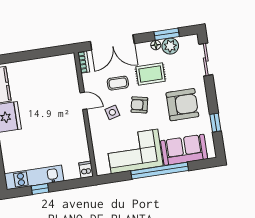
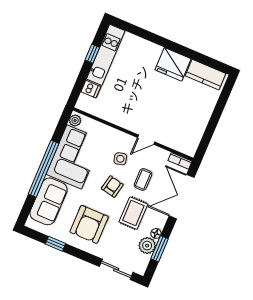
plant: (104, 169) -> (75, 120), added
dishwasher: (86, 170) -> (91, 89), moved

